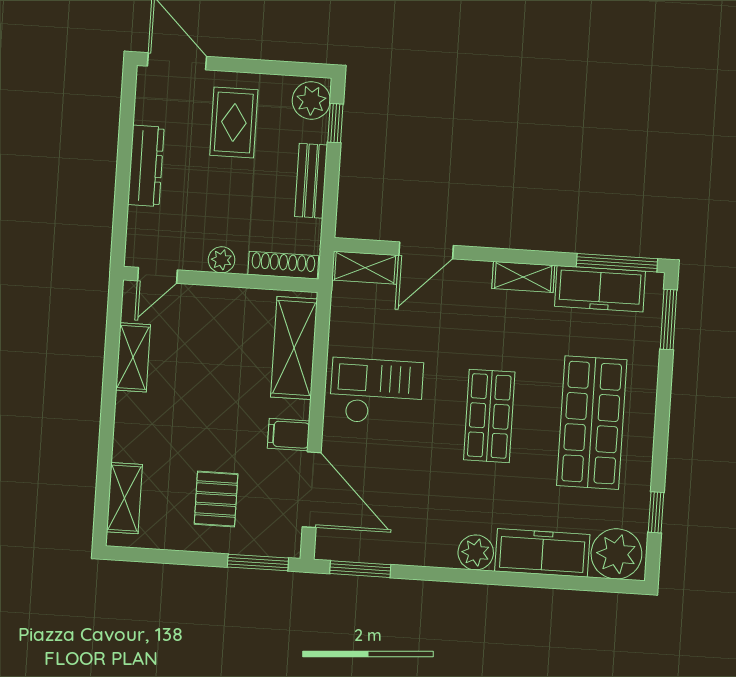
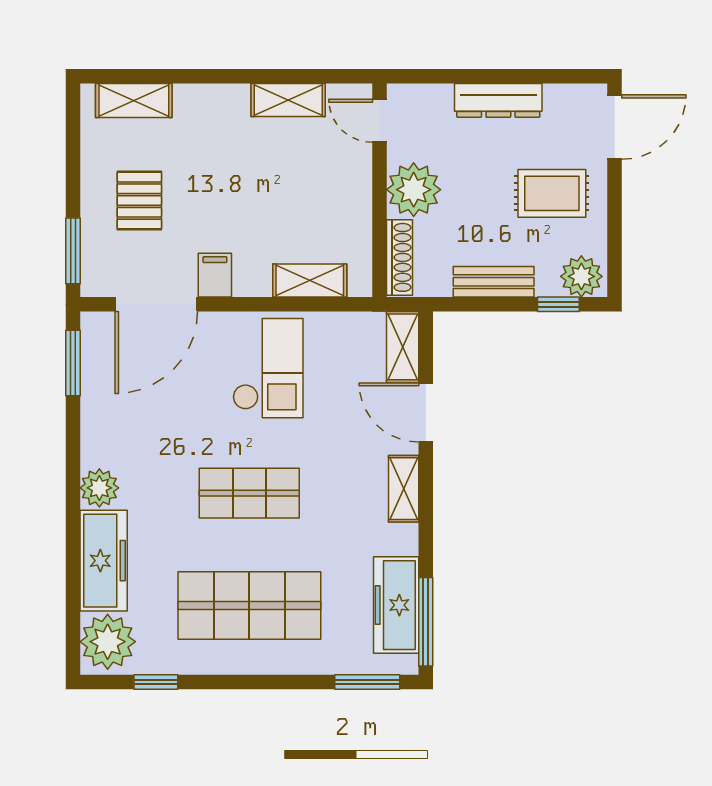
plant: (222, 260) -> (414, 190), width x1.87, depth x1.87
shelving: (523, 277) -> (404, 489), moved
shelving: (294, 348) -> (310, 281), width x0.67, depth x0.75
pallet: (216, 499) -> (139, 201), turned 90

